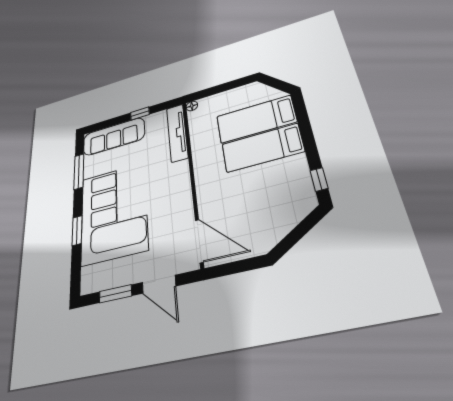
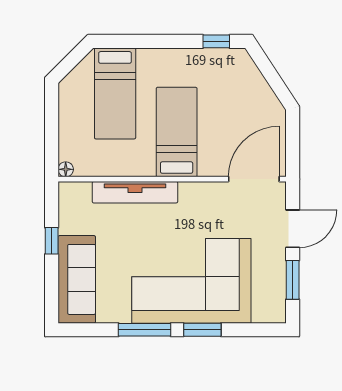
tv unit: (177, 133) -> (135, 192), moved
bed: (262, 148) -> (177, 132), moved, turned 180
window: (79, 171) -> (145, 330), moved

